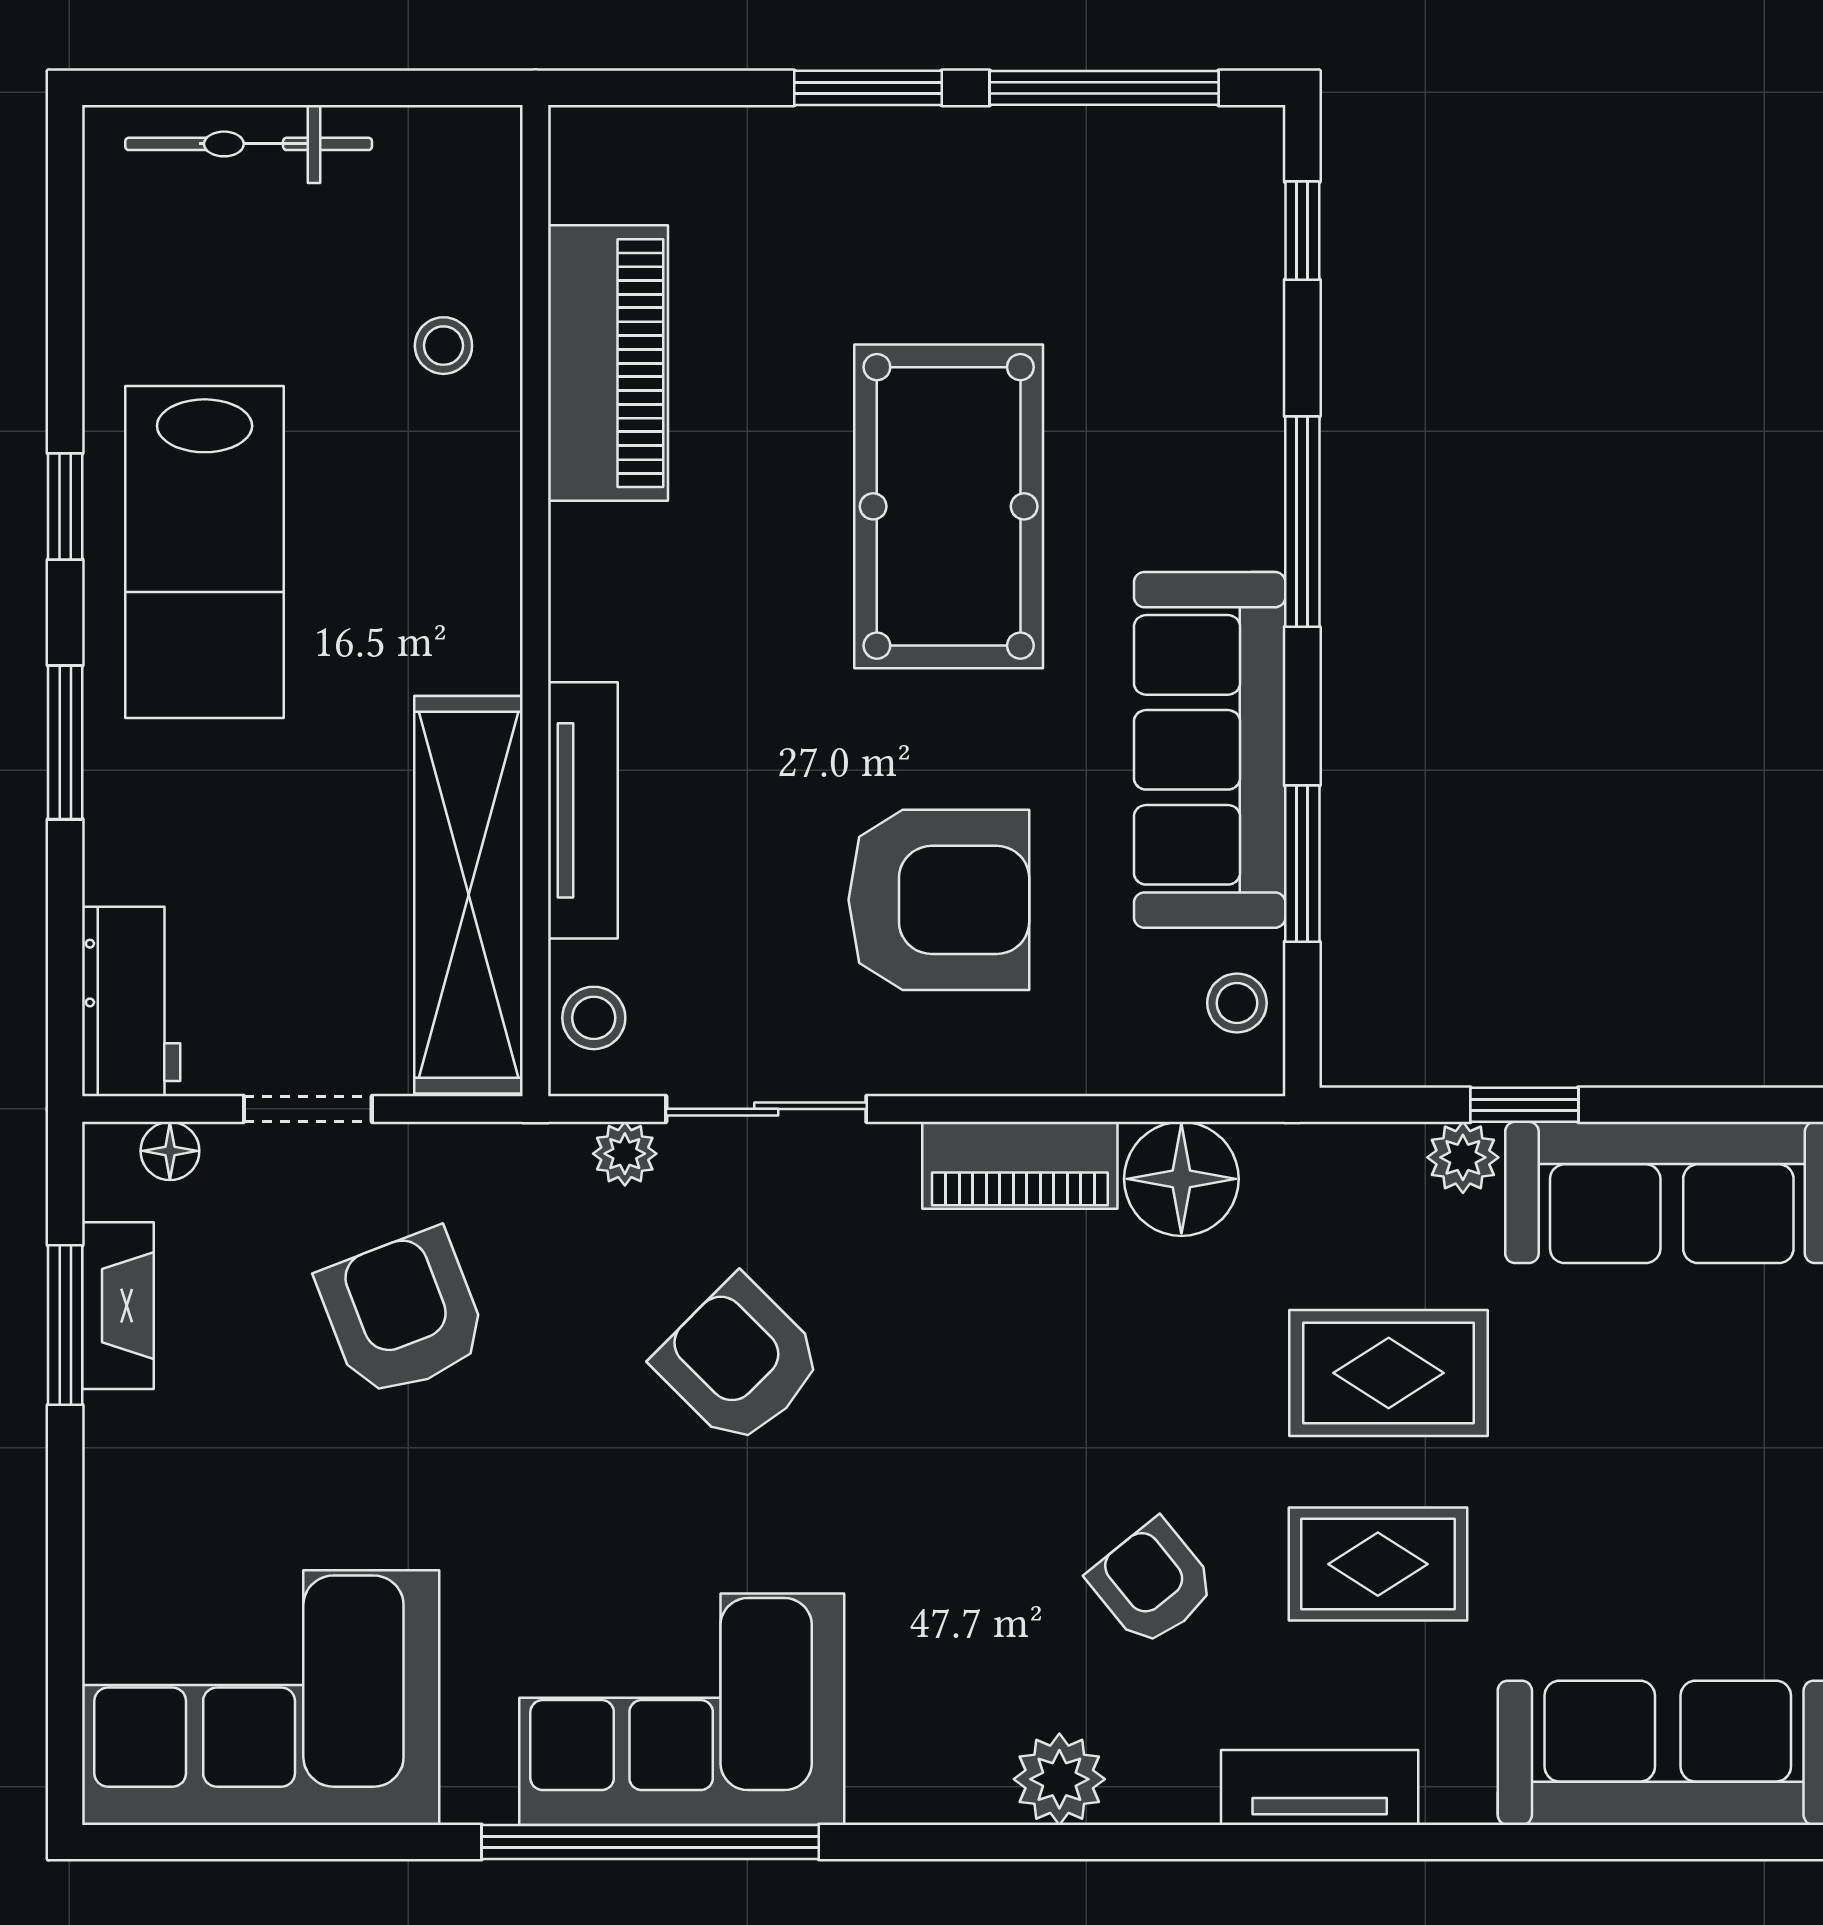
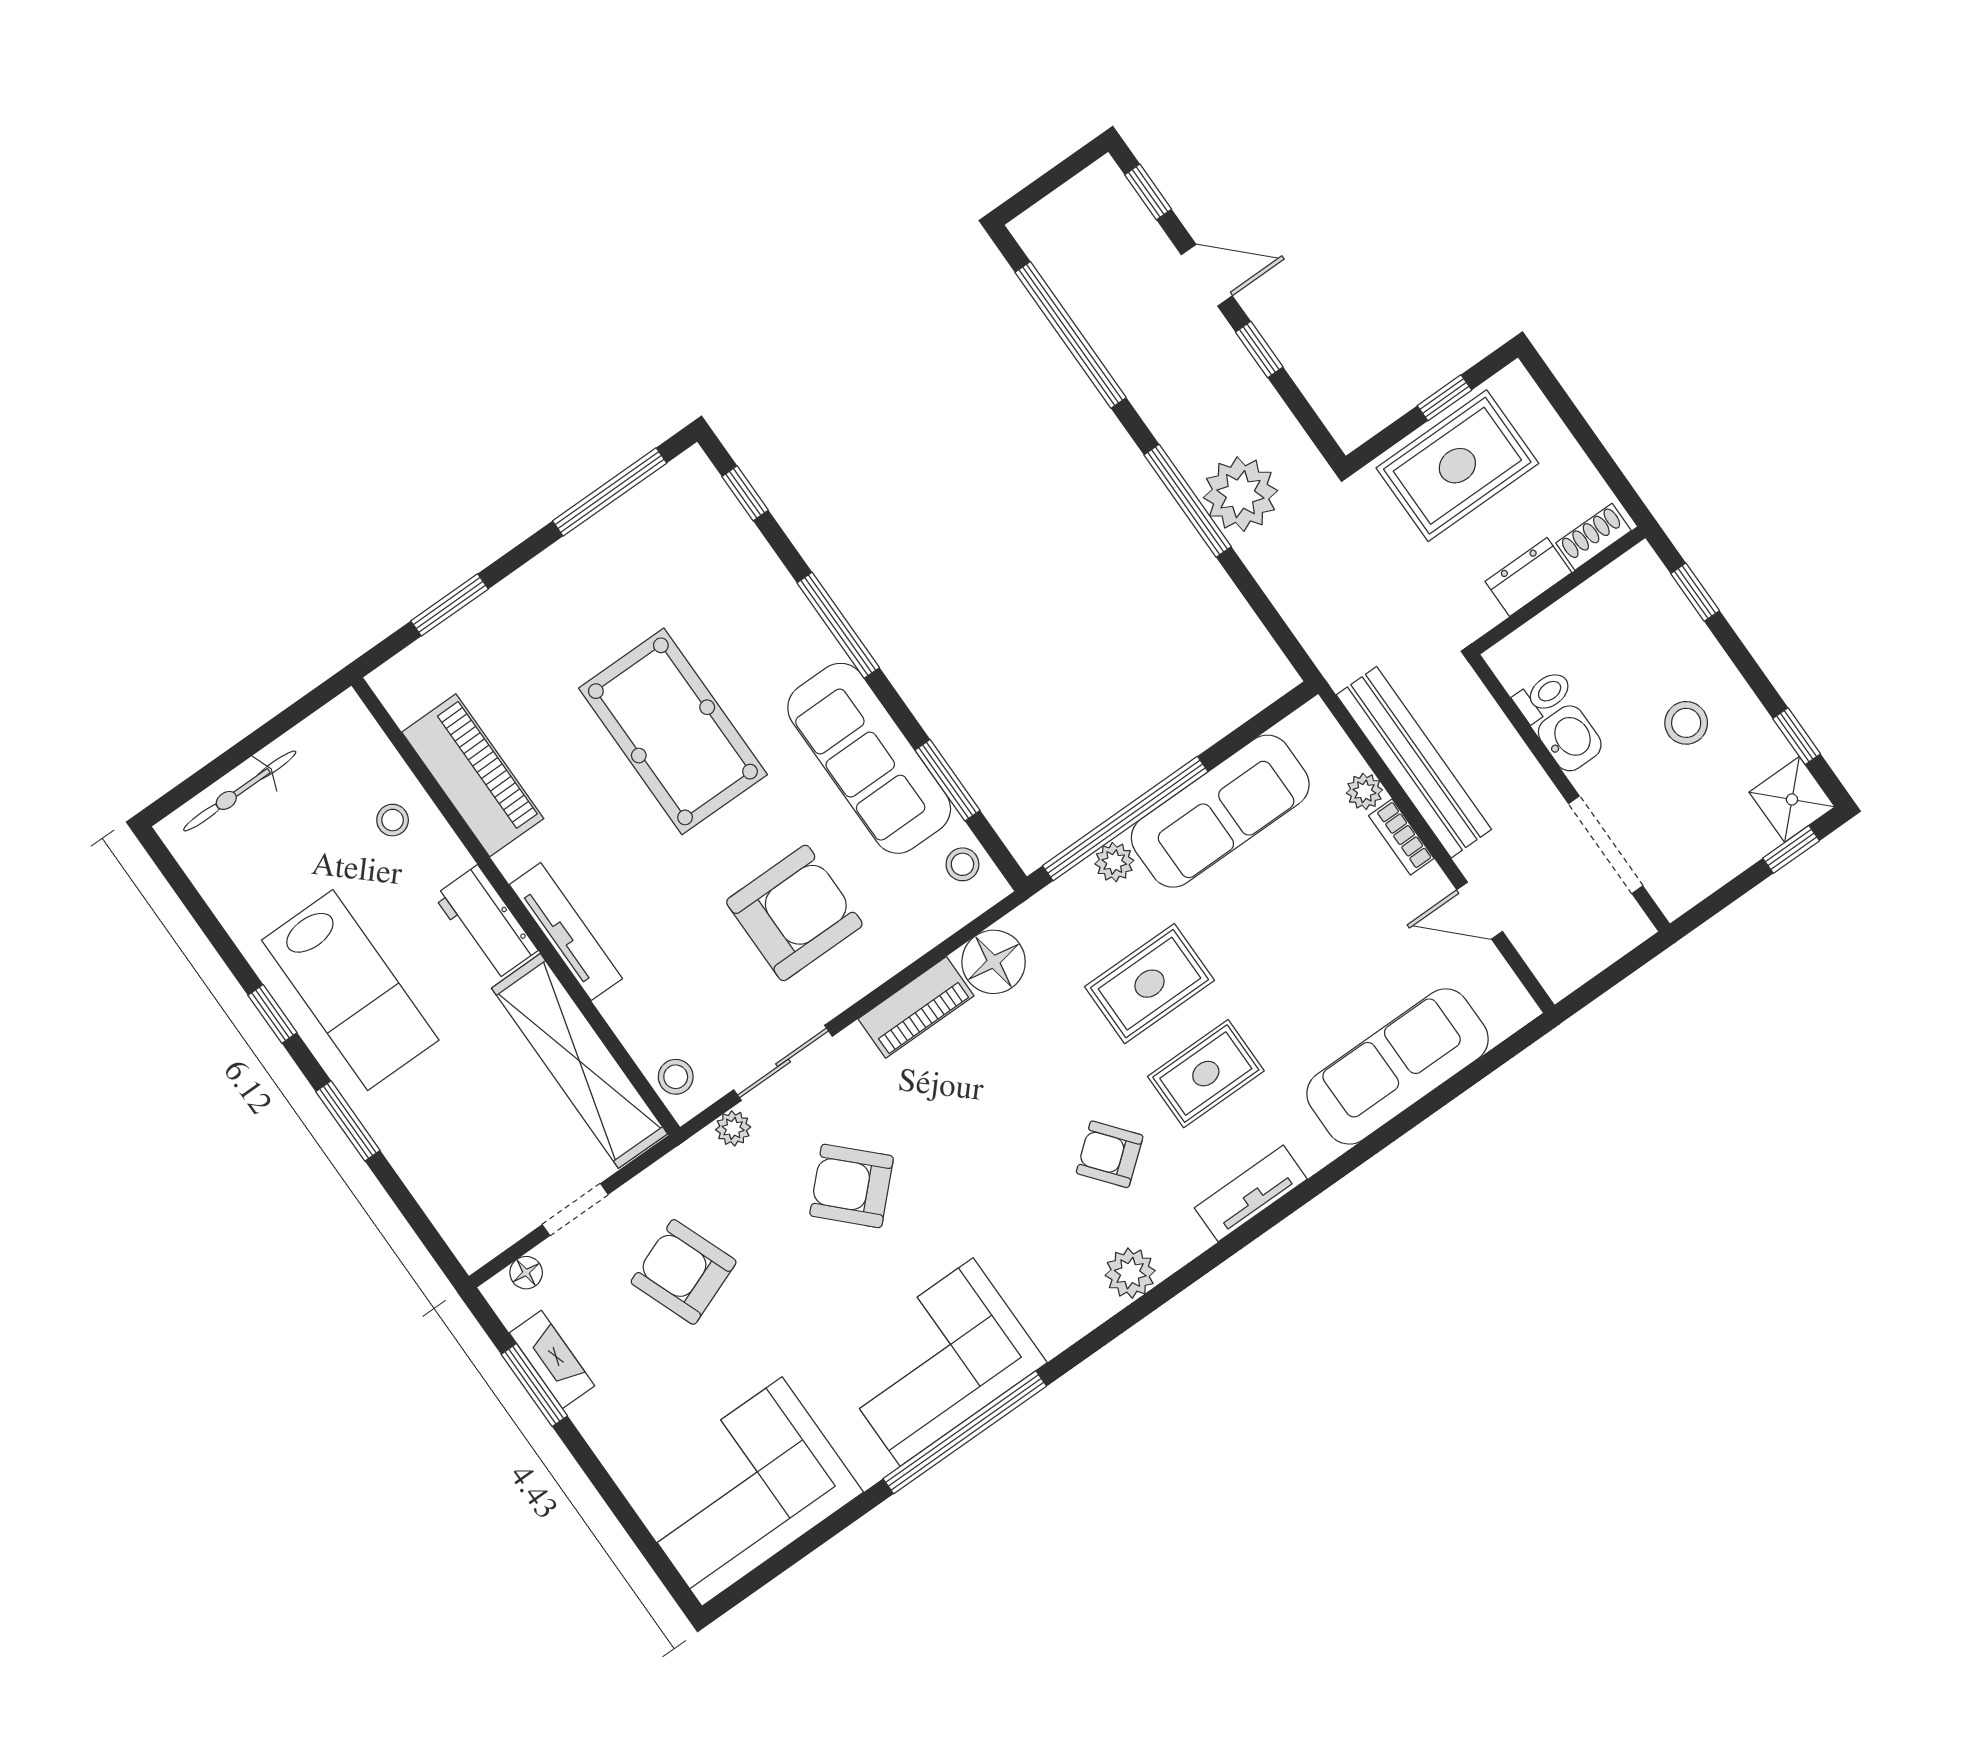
window: (868, 88) -> (449, 605), moved
tv unit: (583, 810) -> (566, 932), moved
workbench: (131, 1001) -> (486, 923), moved, turned 180
window: (1524, 1105) -> (1125, 819), width x3.17

